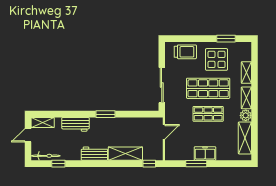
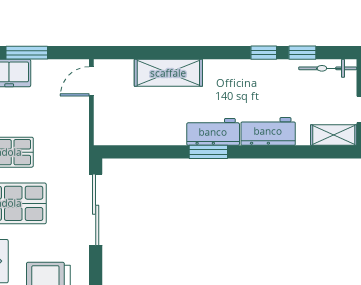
door: (164, 132) -> (91, 81), moved
workbench: (94, 154) -> (213, 132), moved, turned 180
window: (149, 164) -> (264, 53), moved

